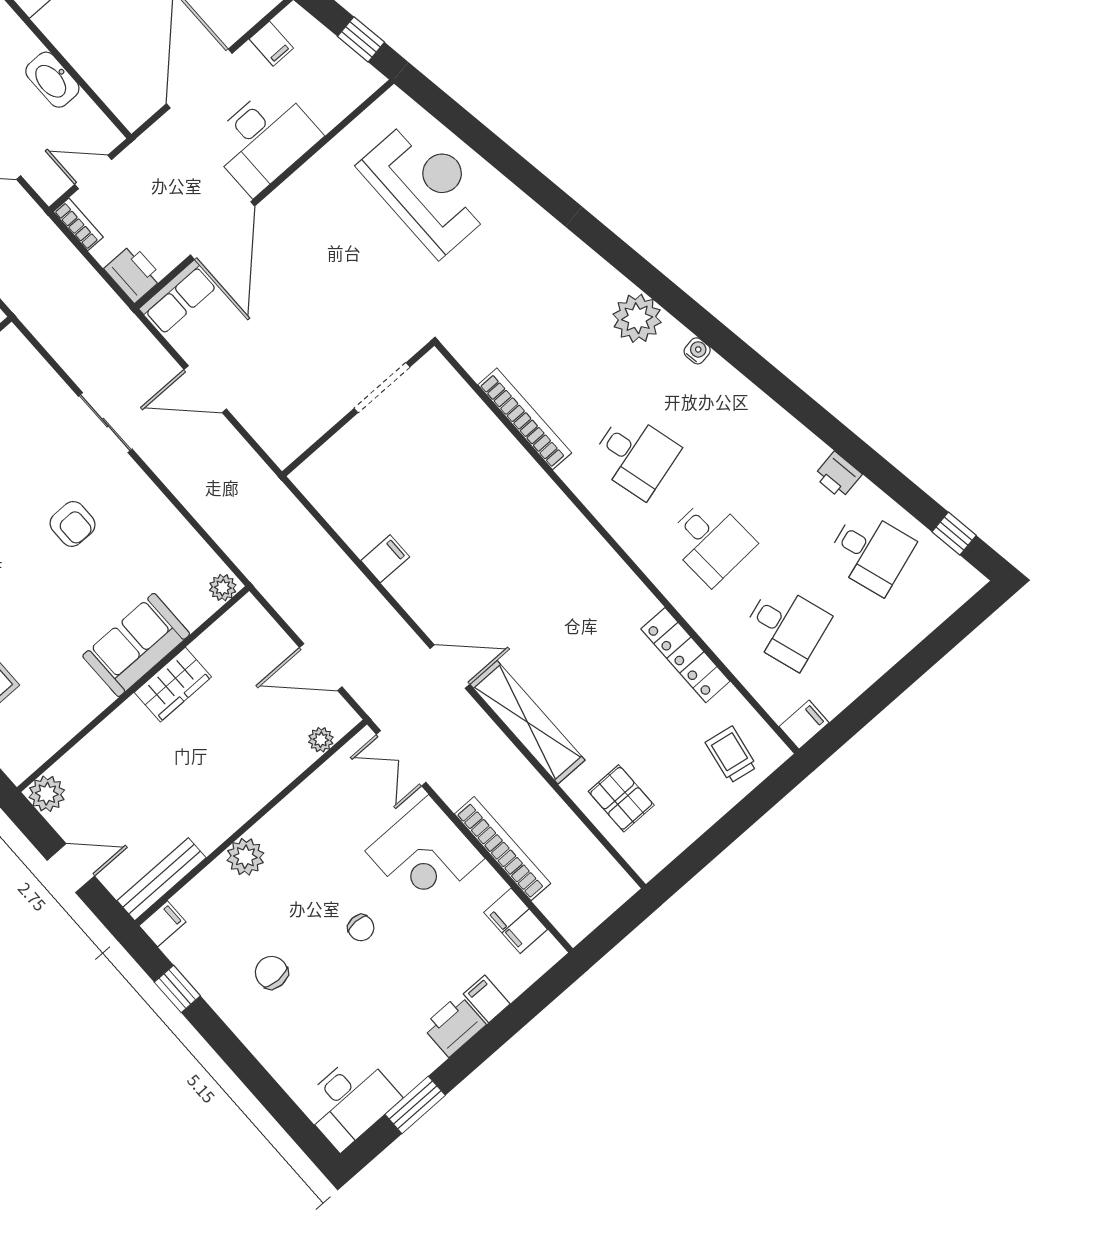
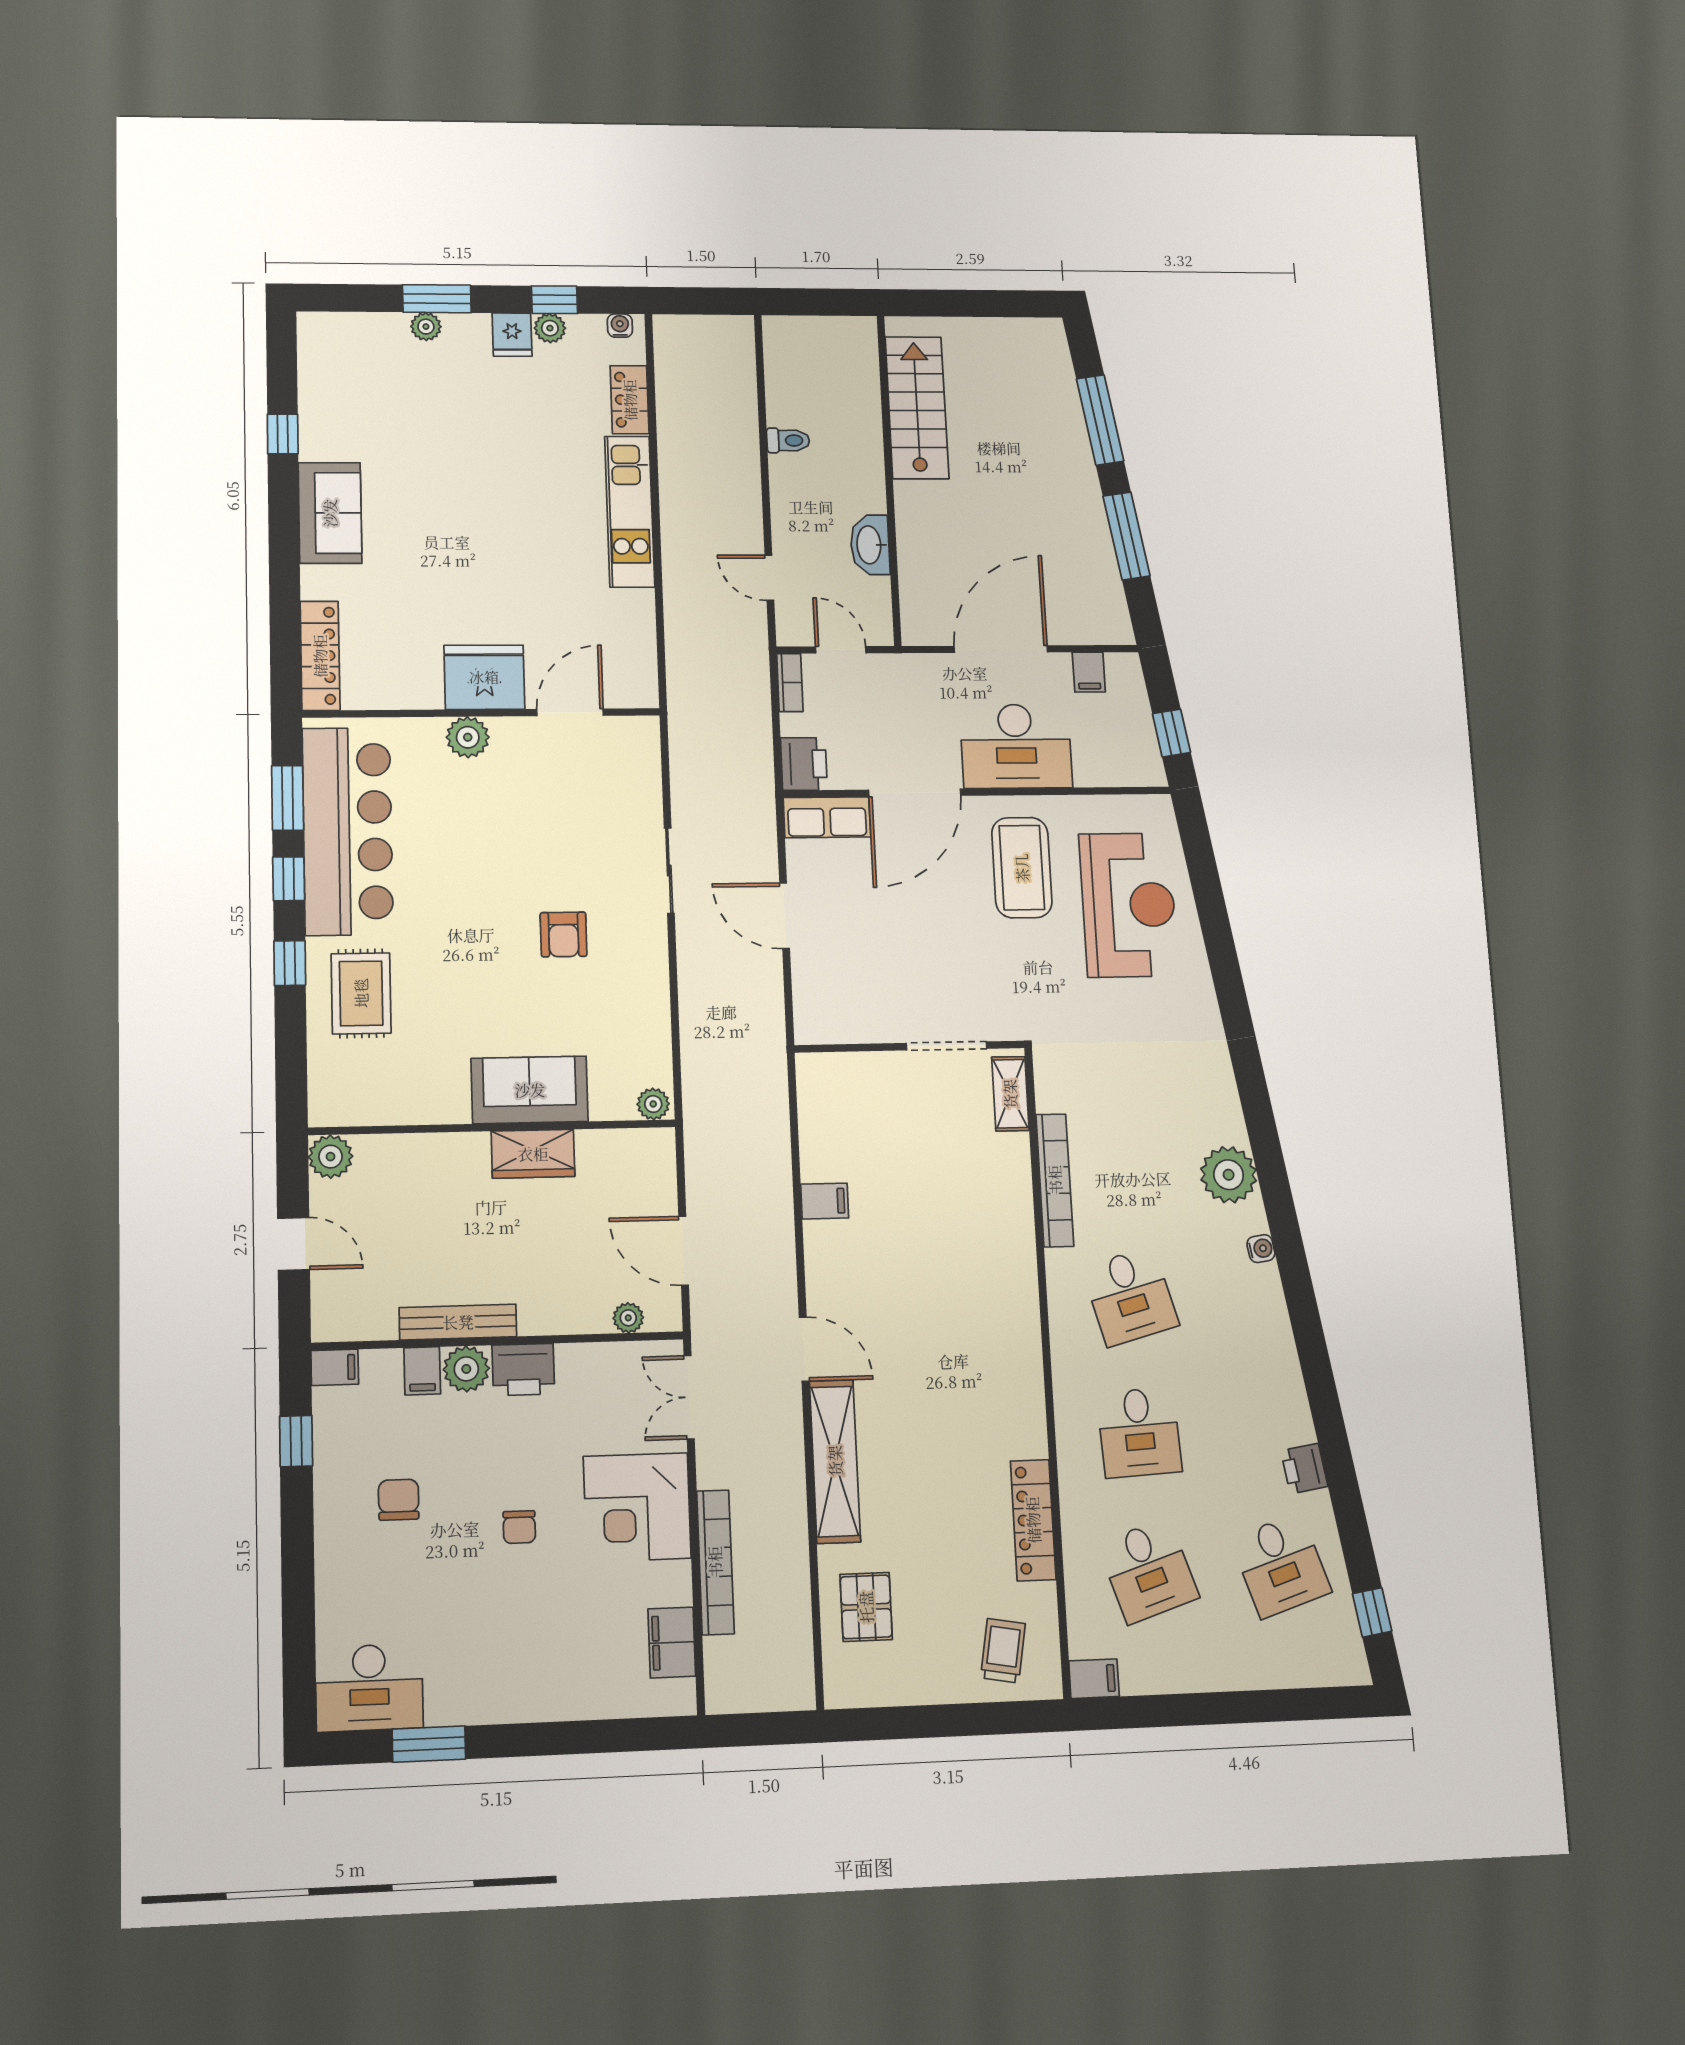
coffee table: (335, 222) -> (1022, 868), added
shelving: (450, 385) -> (1010, 1094), added
bench: (162, 879) -> (458, 1322), moved
filing cabinet: (487, 999) -> (422, 1371), moved, turned 180
printer: (454, 1026) -> (523, 1369), moved, turned 180

